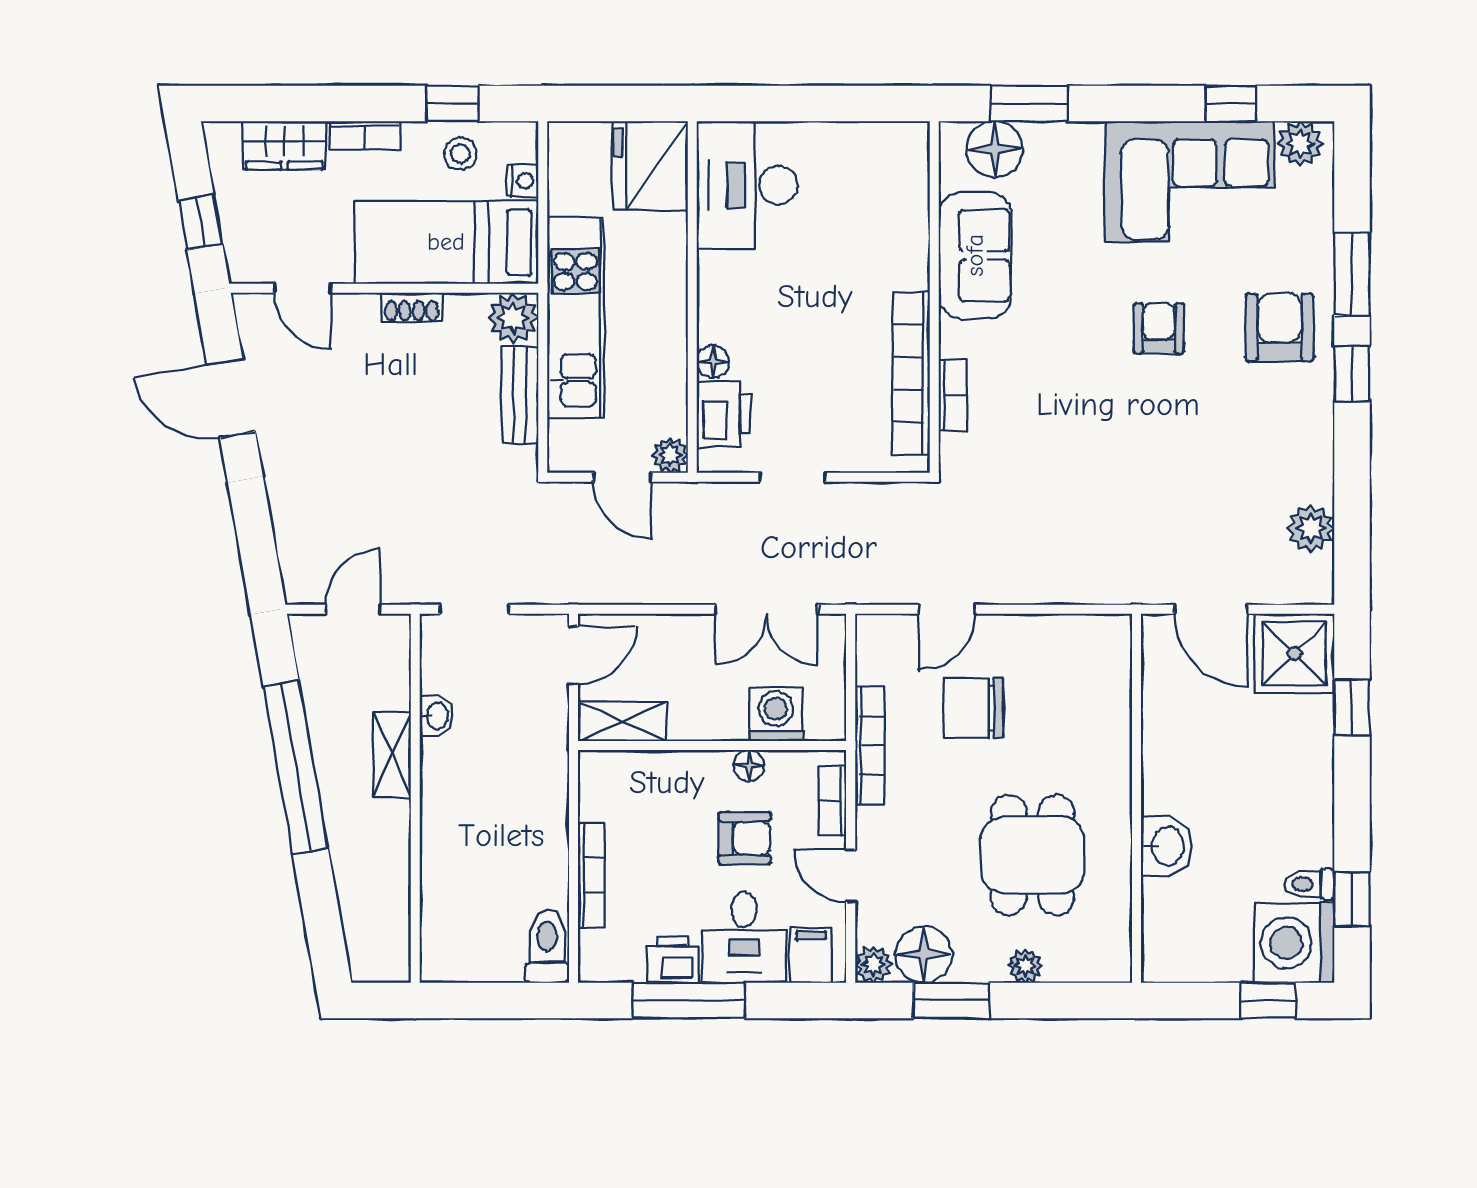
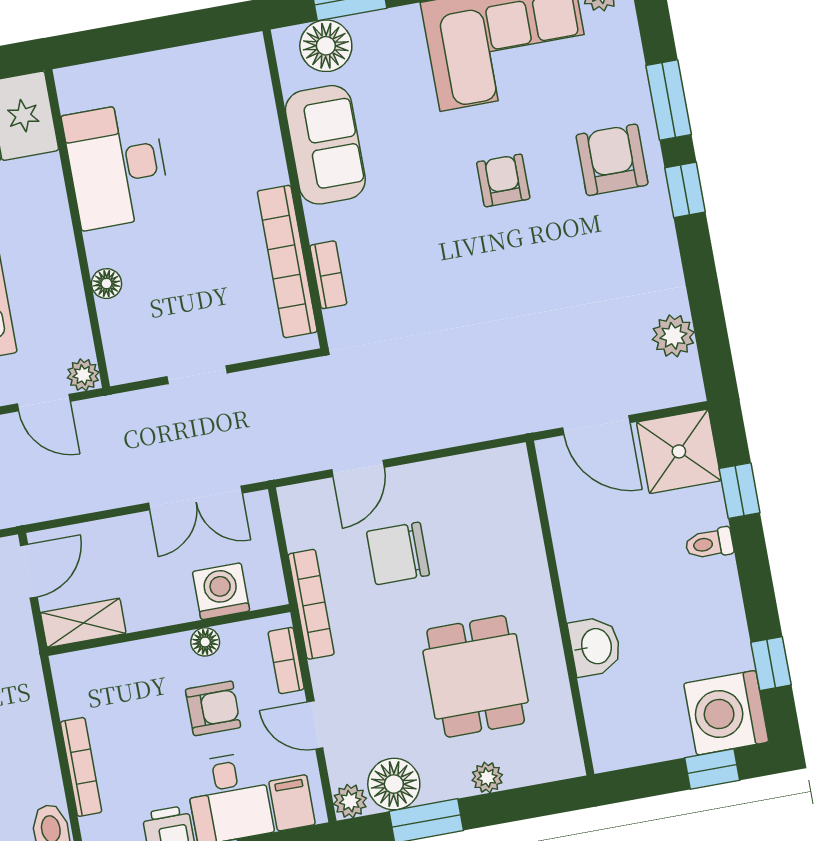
desk: (747, 185) -> (117, 165), moved
printer: (724, 414) -> (125, 329), removed
toilet: (1309, 884) -> (709, 544), moved

